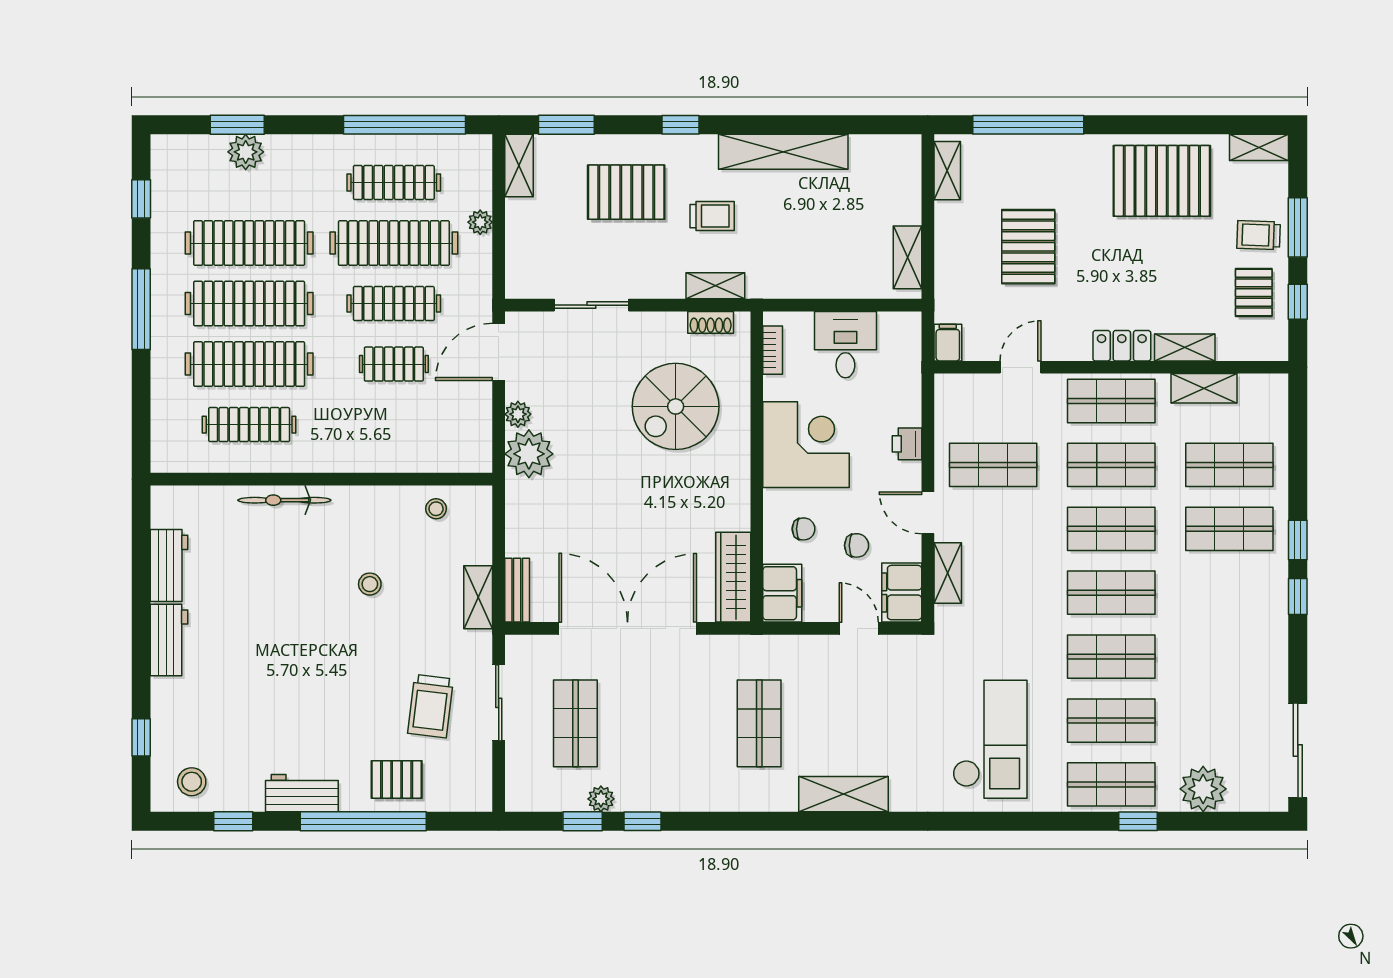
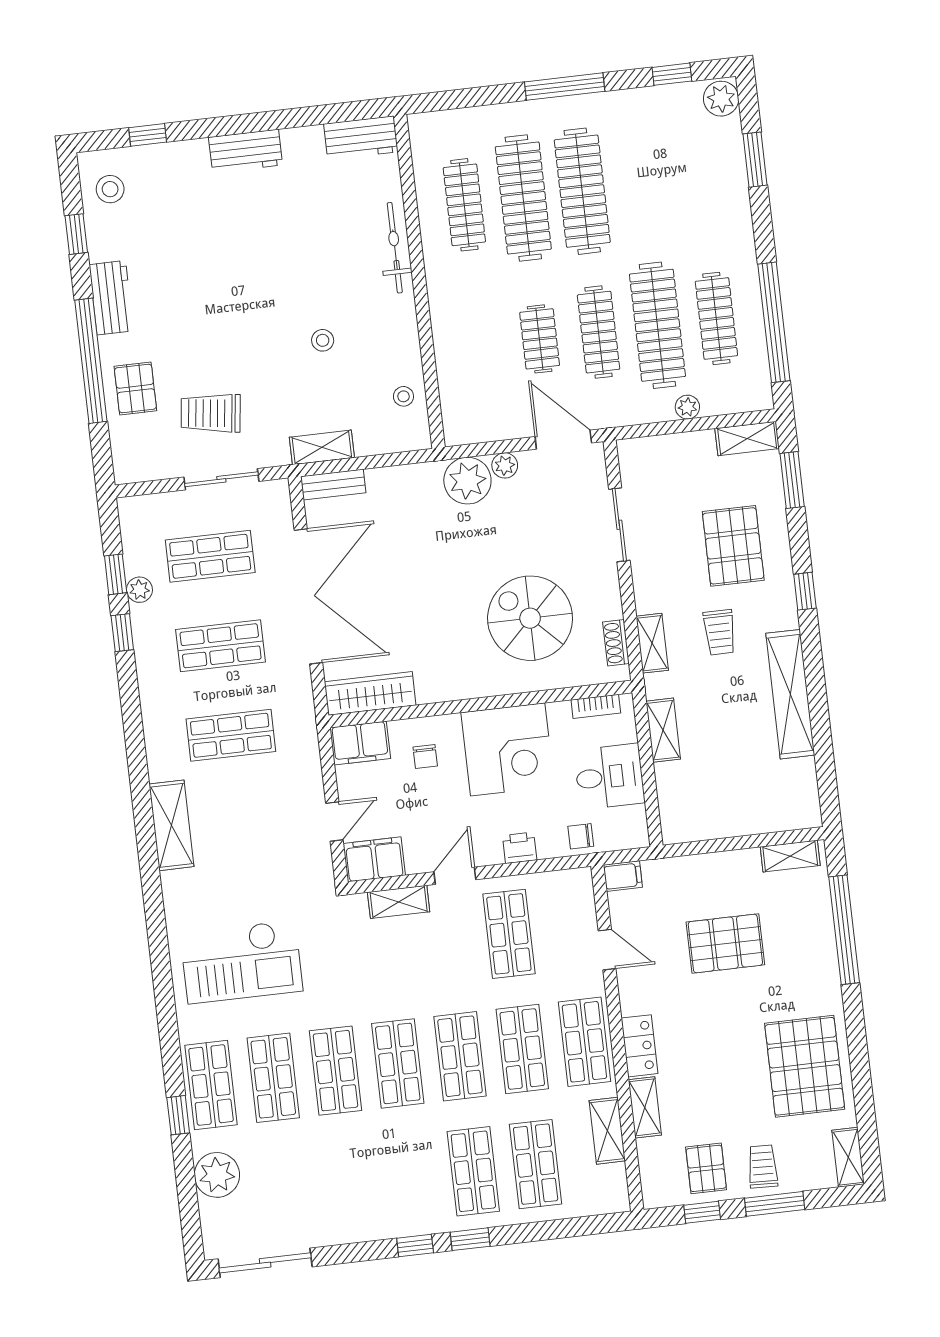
plant: (246, 152) -> (721, 99), moved
clothes rail: (249, 243) -> (641, 184), removed
shelving: (907, 257) -> (663, 730), moved, turned 90
pallet: (1254, 293) -> (706, 1168), turned 90
chair: (857, 545) -> (581, 836), moved, turned 90
workbench: (169, 565) -> (361, 138), moved
shop shelf: (667, 723) -> (221, 646), added

